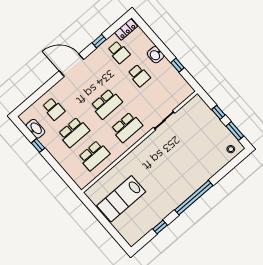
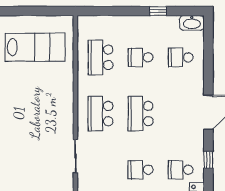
washbasin: (36, 129) -> (192, 23), moved
school desk: (74, 132) -> (141, 57), width x0.54
lab bench: (121, 199) -> (35, 47), turned 90

